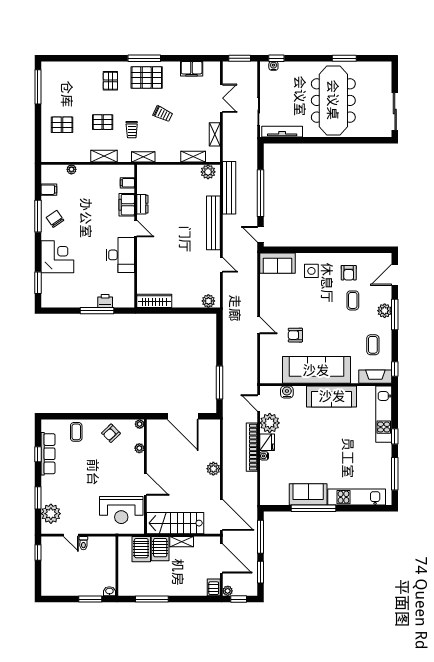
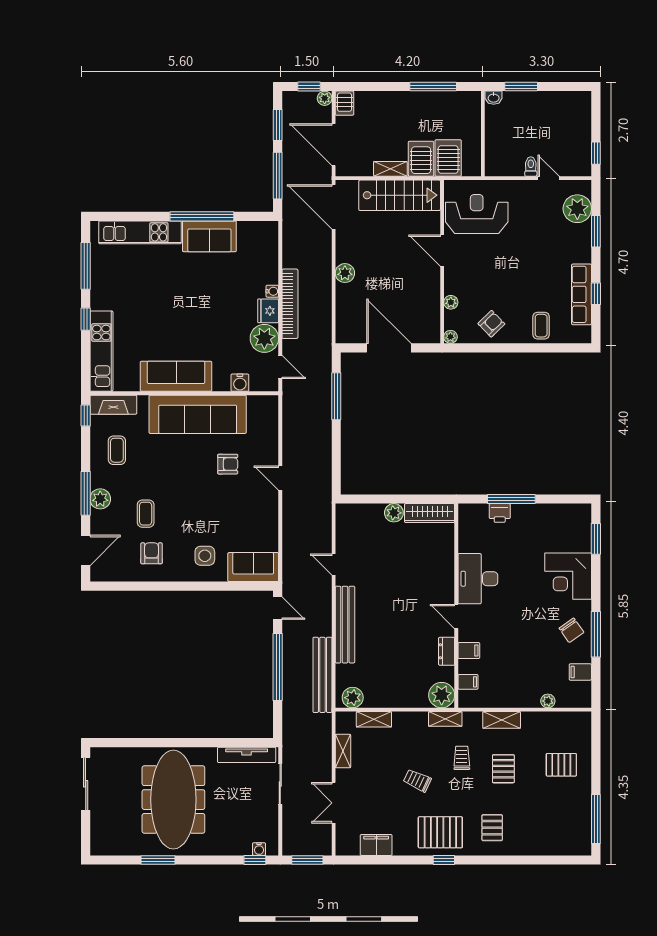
window: (144, 58) -> (444, 860), width x0.46
pallet: (103, 122) -> (503, 769), turned 90
plant: (146, 174) -> (442, 695), added
filing cabinet: (127, 205) -> (469, 651), width x0.50
plant: (208, 301) -> (394, 513), moved

